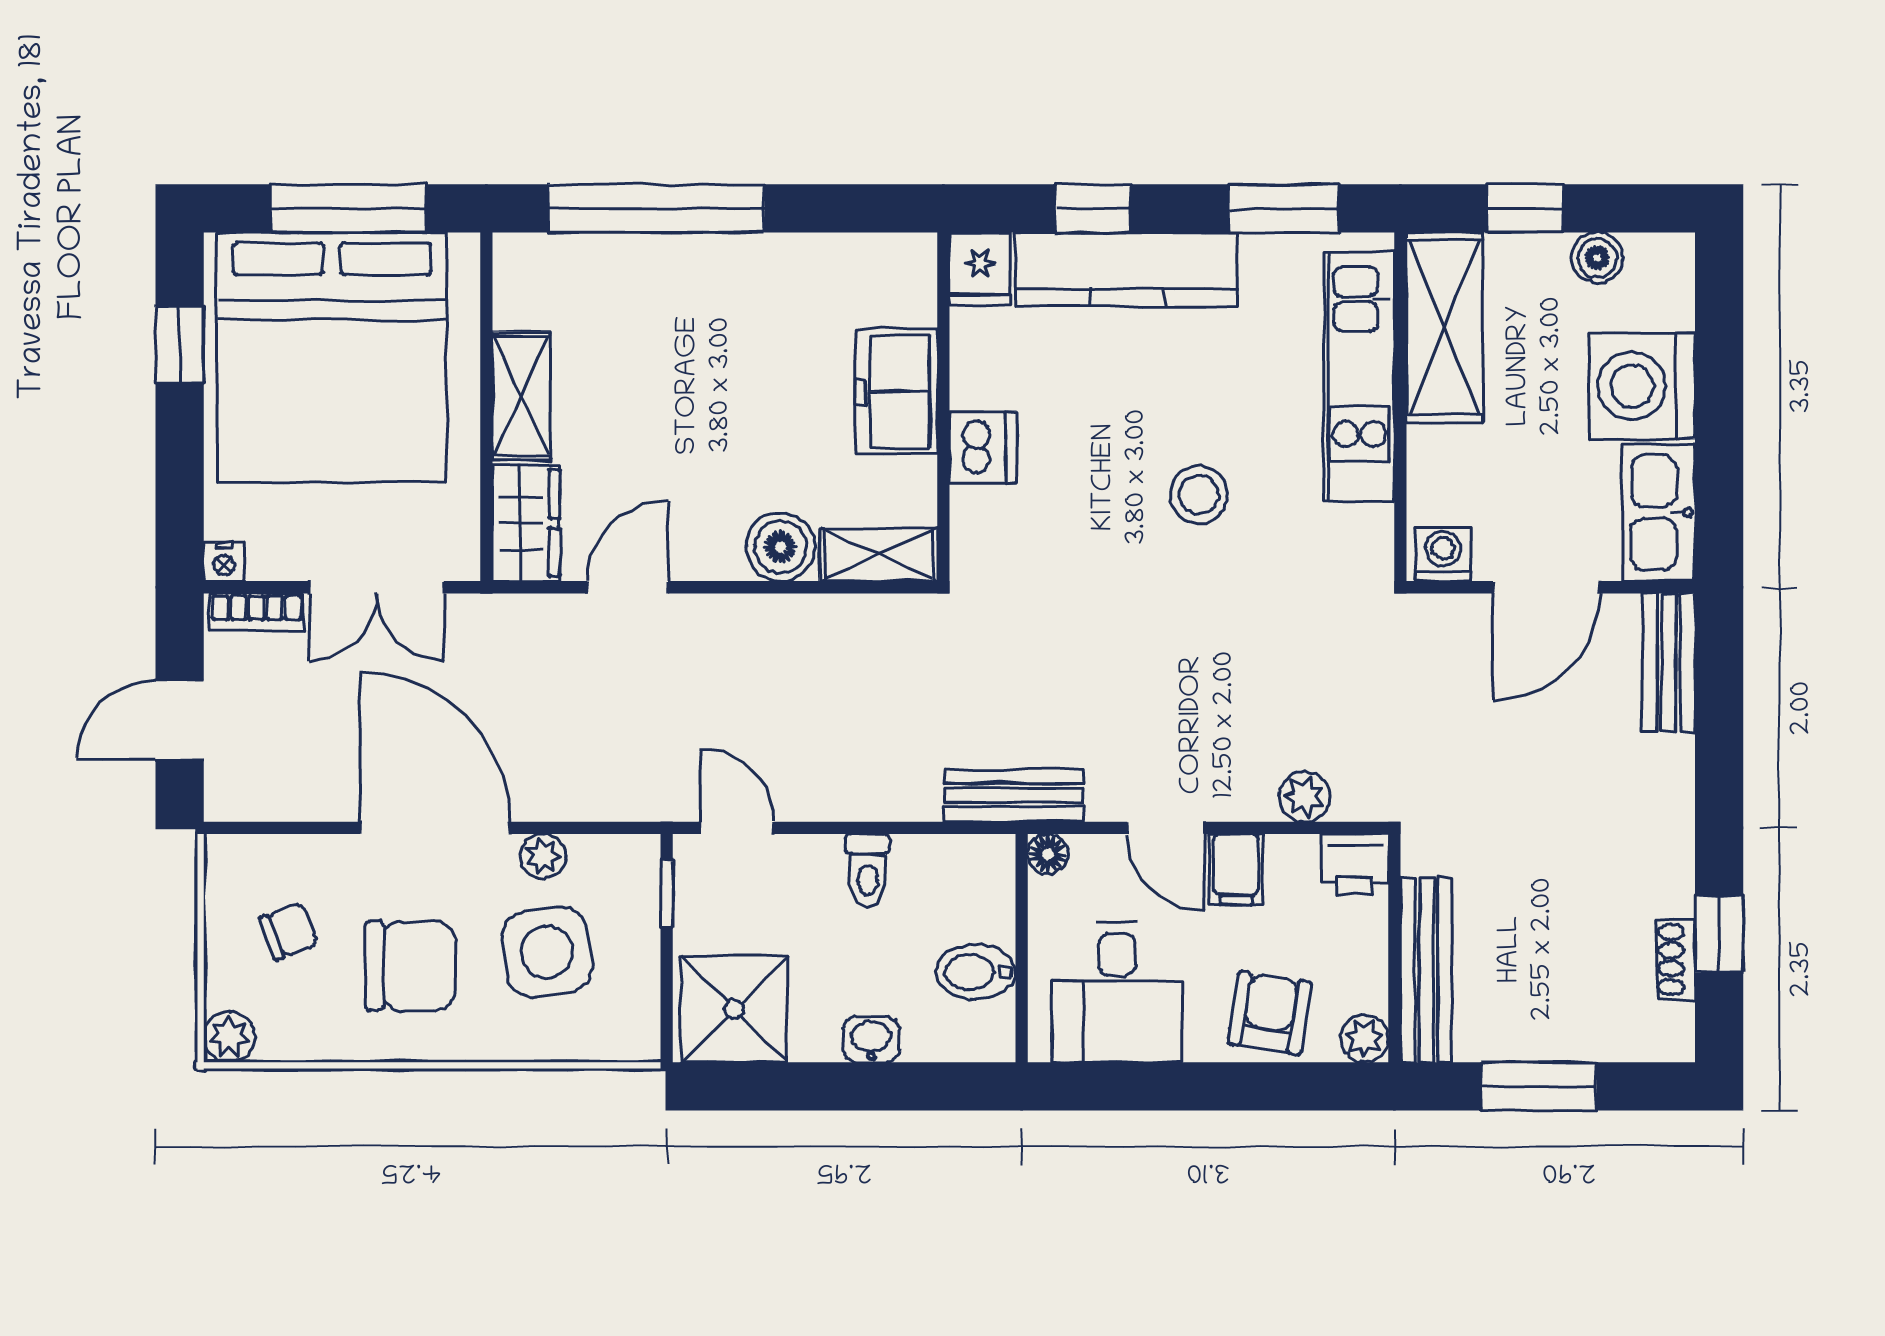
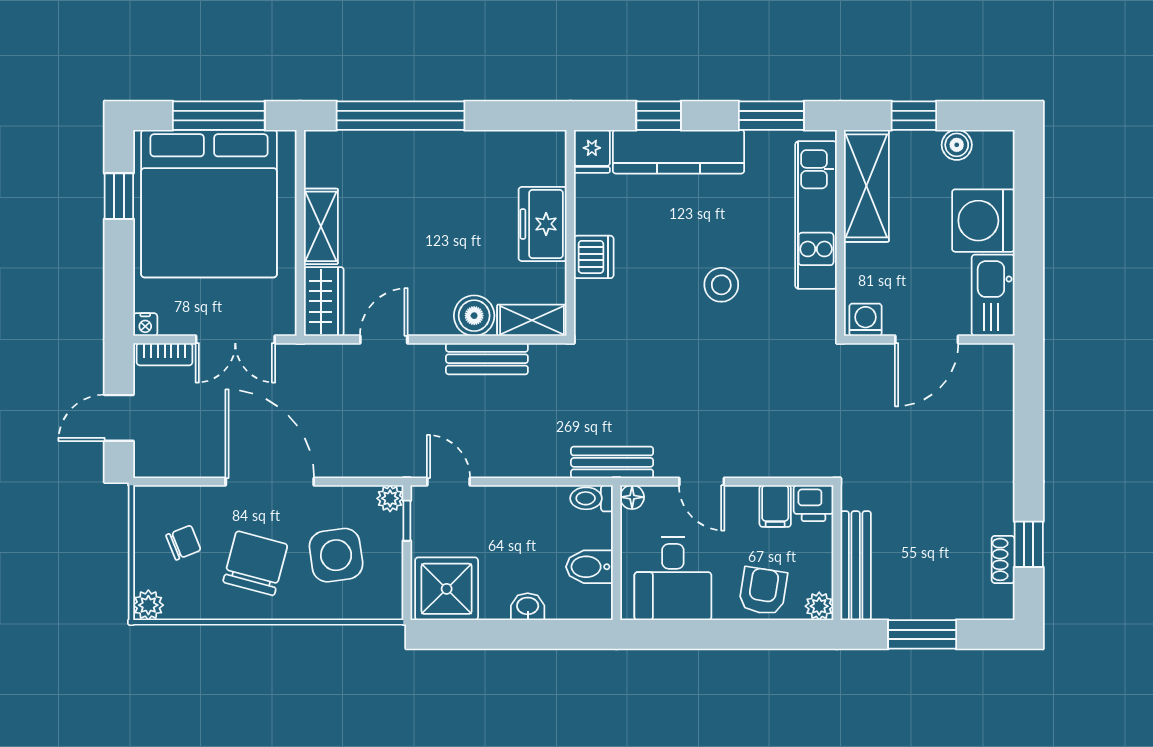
bench: (1669, 663) -> (487, 359), moved, turned 90
plant: (1305, 797) -> (784, 463), removed
plant: (543, 856) -> (390, 498), moved
filing cabinet: (1236, 869) -> (775, 506), moved
toilet: (868, 870) -> (592, 498), moved, turned 90
chair: (410, 966) -> (255, 563), turned -75

